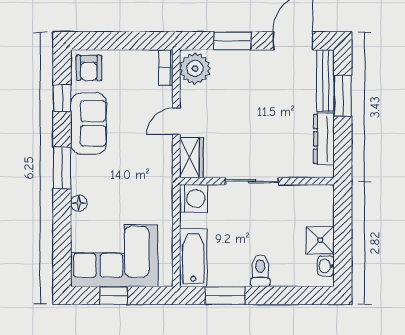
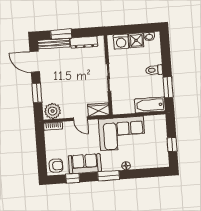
washing machine: (194, 198) -> (121, 42), moved, turned 180
corner sofa: (114, 256) -> (122, 133), moved, turned -90

